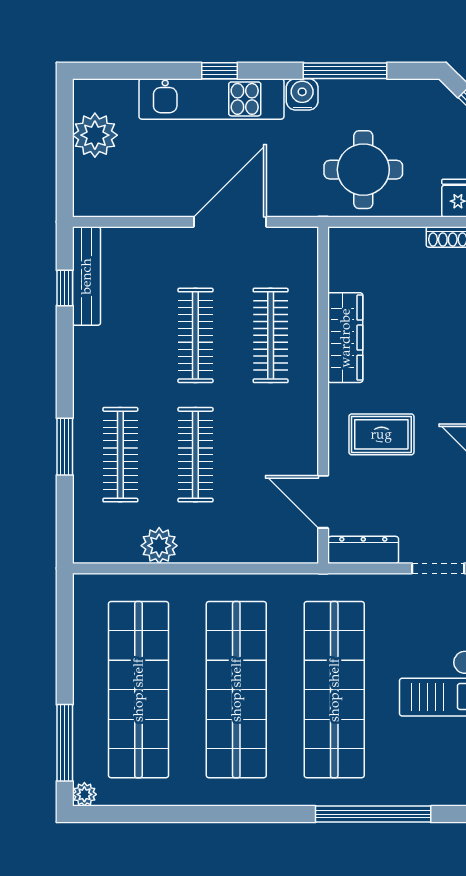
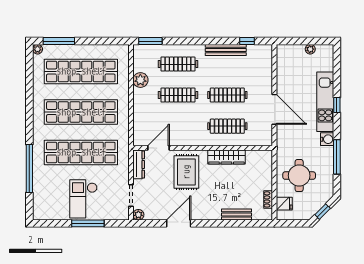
plant: (95, 135) -> (310, 49), width x0.53, depth x0.53
round table: (363, 170) -> (299, 176), moved
bench: (86, 276) -> (226, 50), moved
rug: (381, 434) -> (186, 172), width x1.36, depth x1.43
window: (65, 447) -> (150, 41), moved

